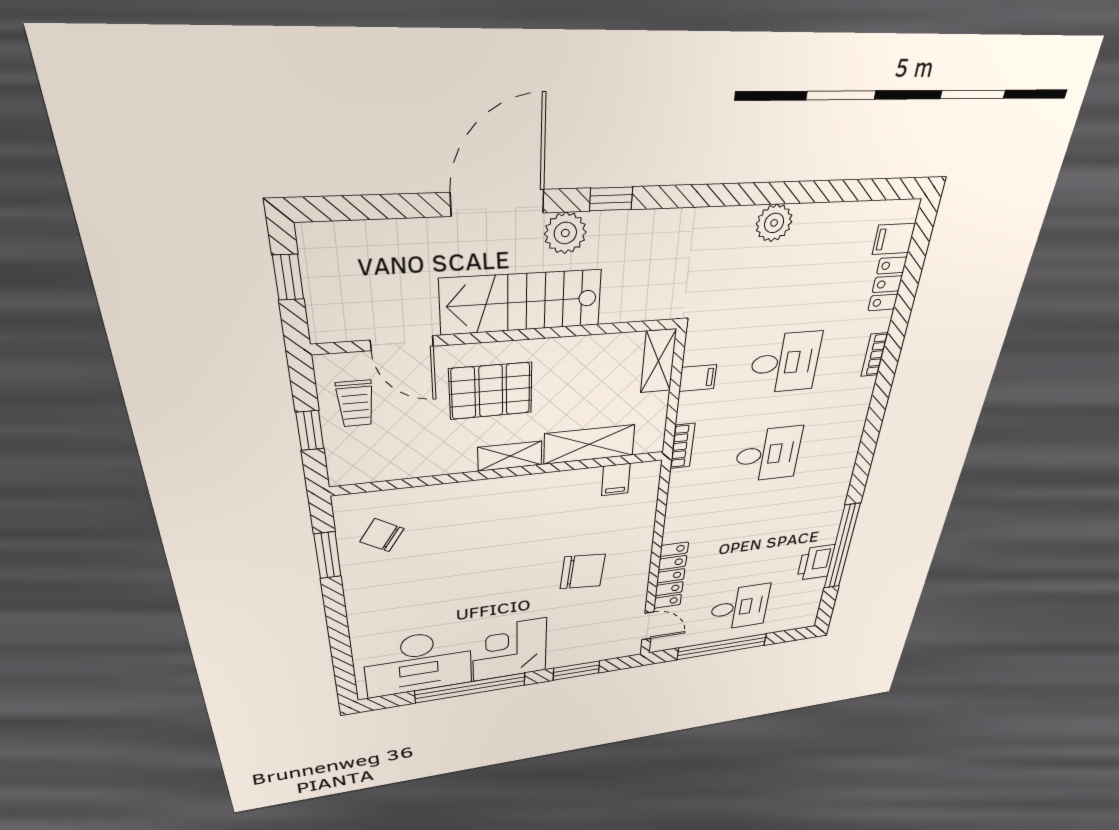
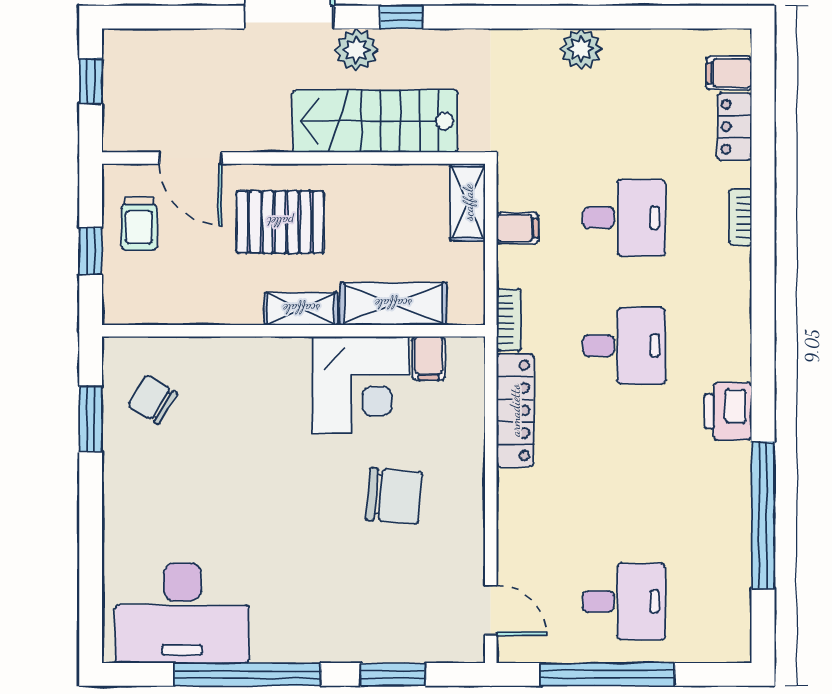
stairs: (521, 302) -> (375, 121), moved
printer: (816, 563) -> (728, 411), moved
locker: (671, 576) -> (515, 410), moved
corner desk: (510, 650) -> (361, 385), moved, turned 180

